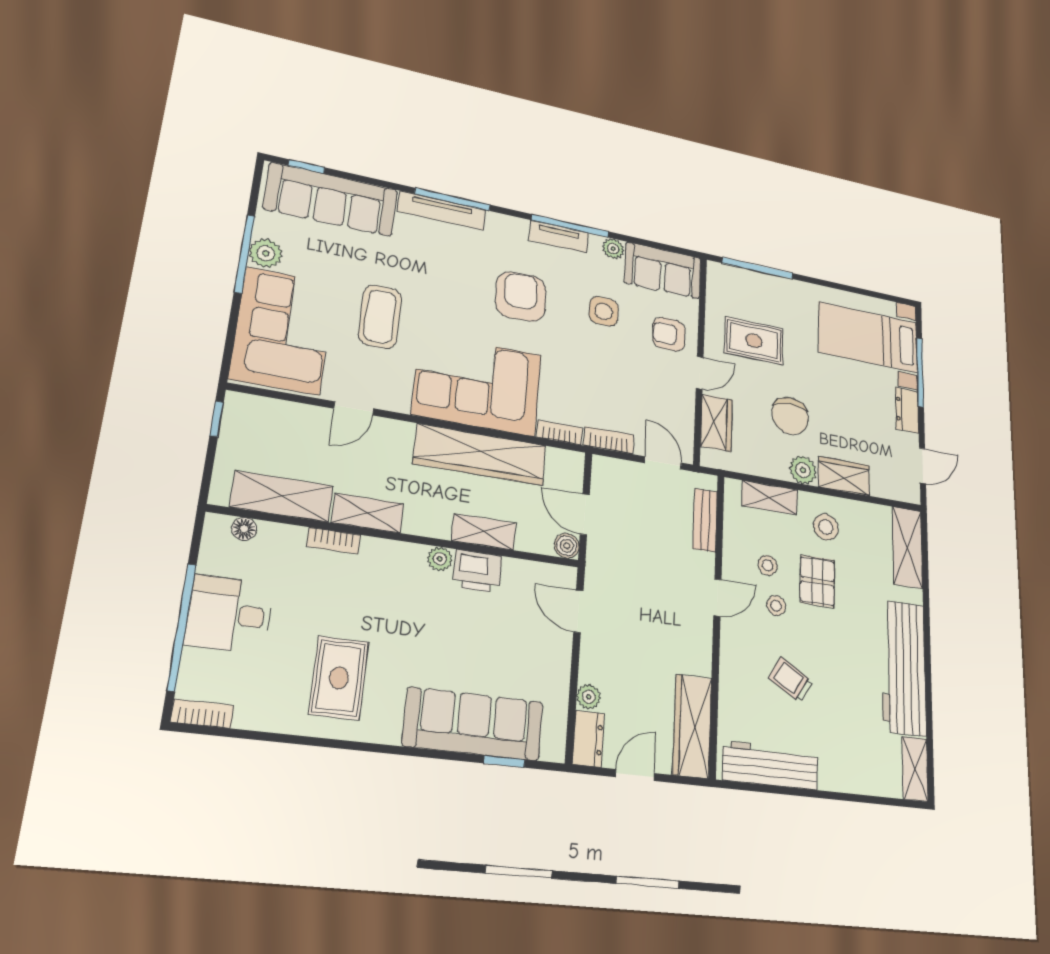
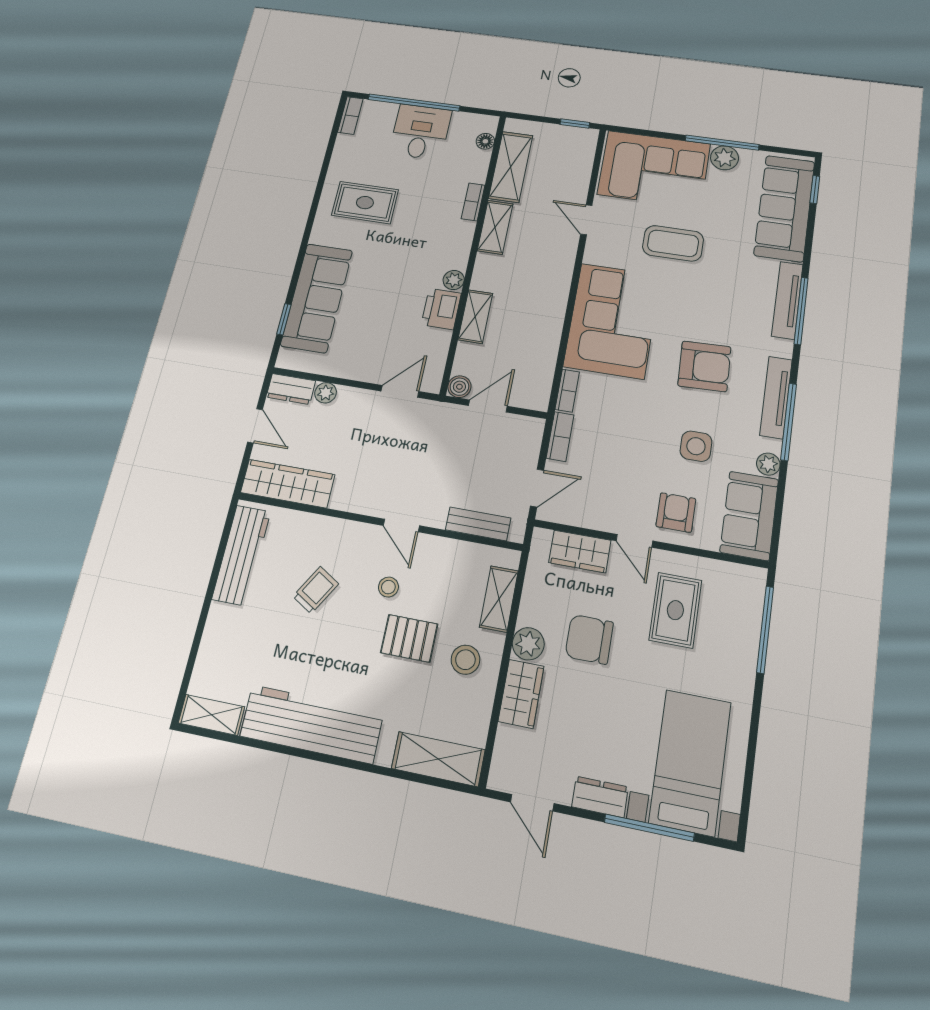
tv unit: (559, 237) -> (776, 397), width x1.41
wardrobe: (480, 455) -> (546, 319), removed
stool: (768, 565) -> (429, 585), removed

